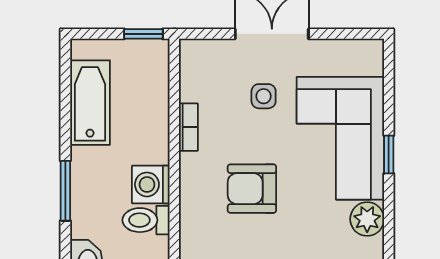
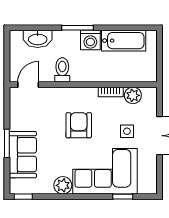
window: (143, 34) -> (160, 68), removed
plant: (195, 85) -> (133, 95), added
window: (389, 154) -> (123, 197), moved
washing machine: (151, 184) -> (90, 40), moved, turned 180

